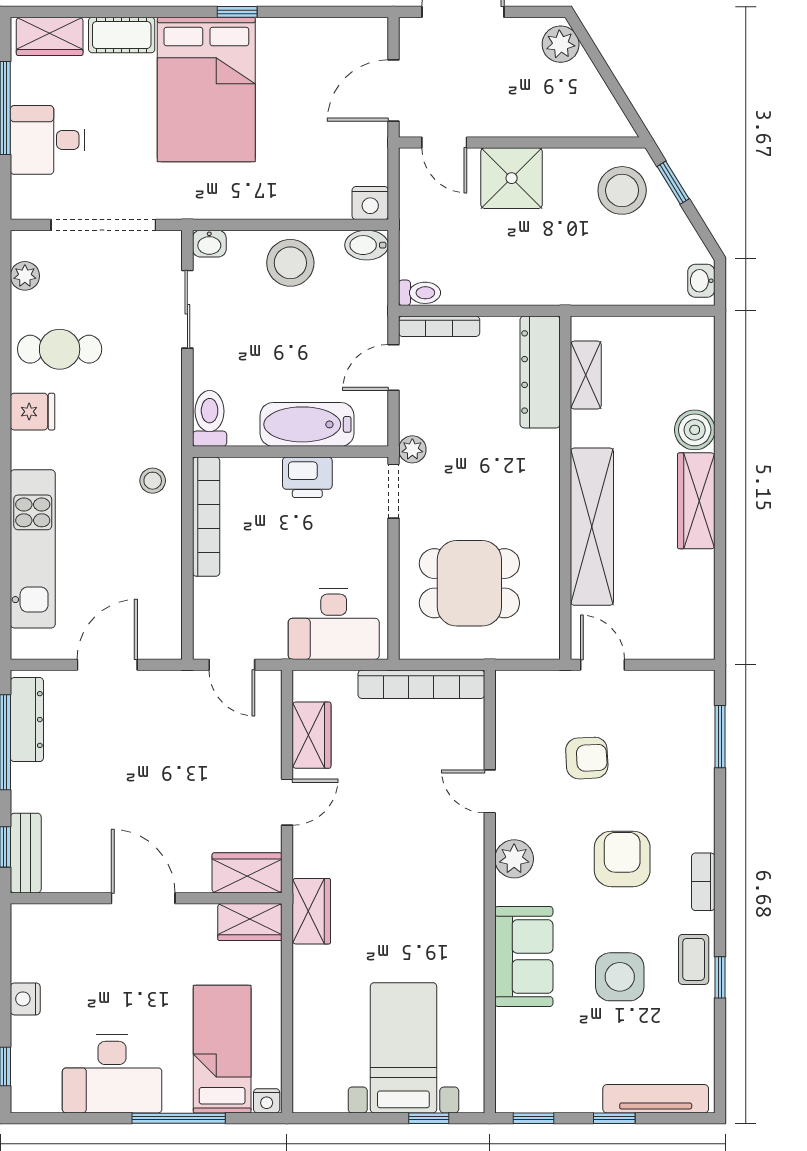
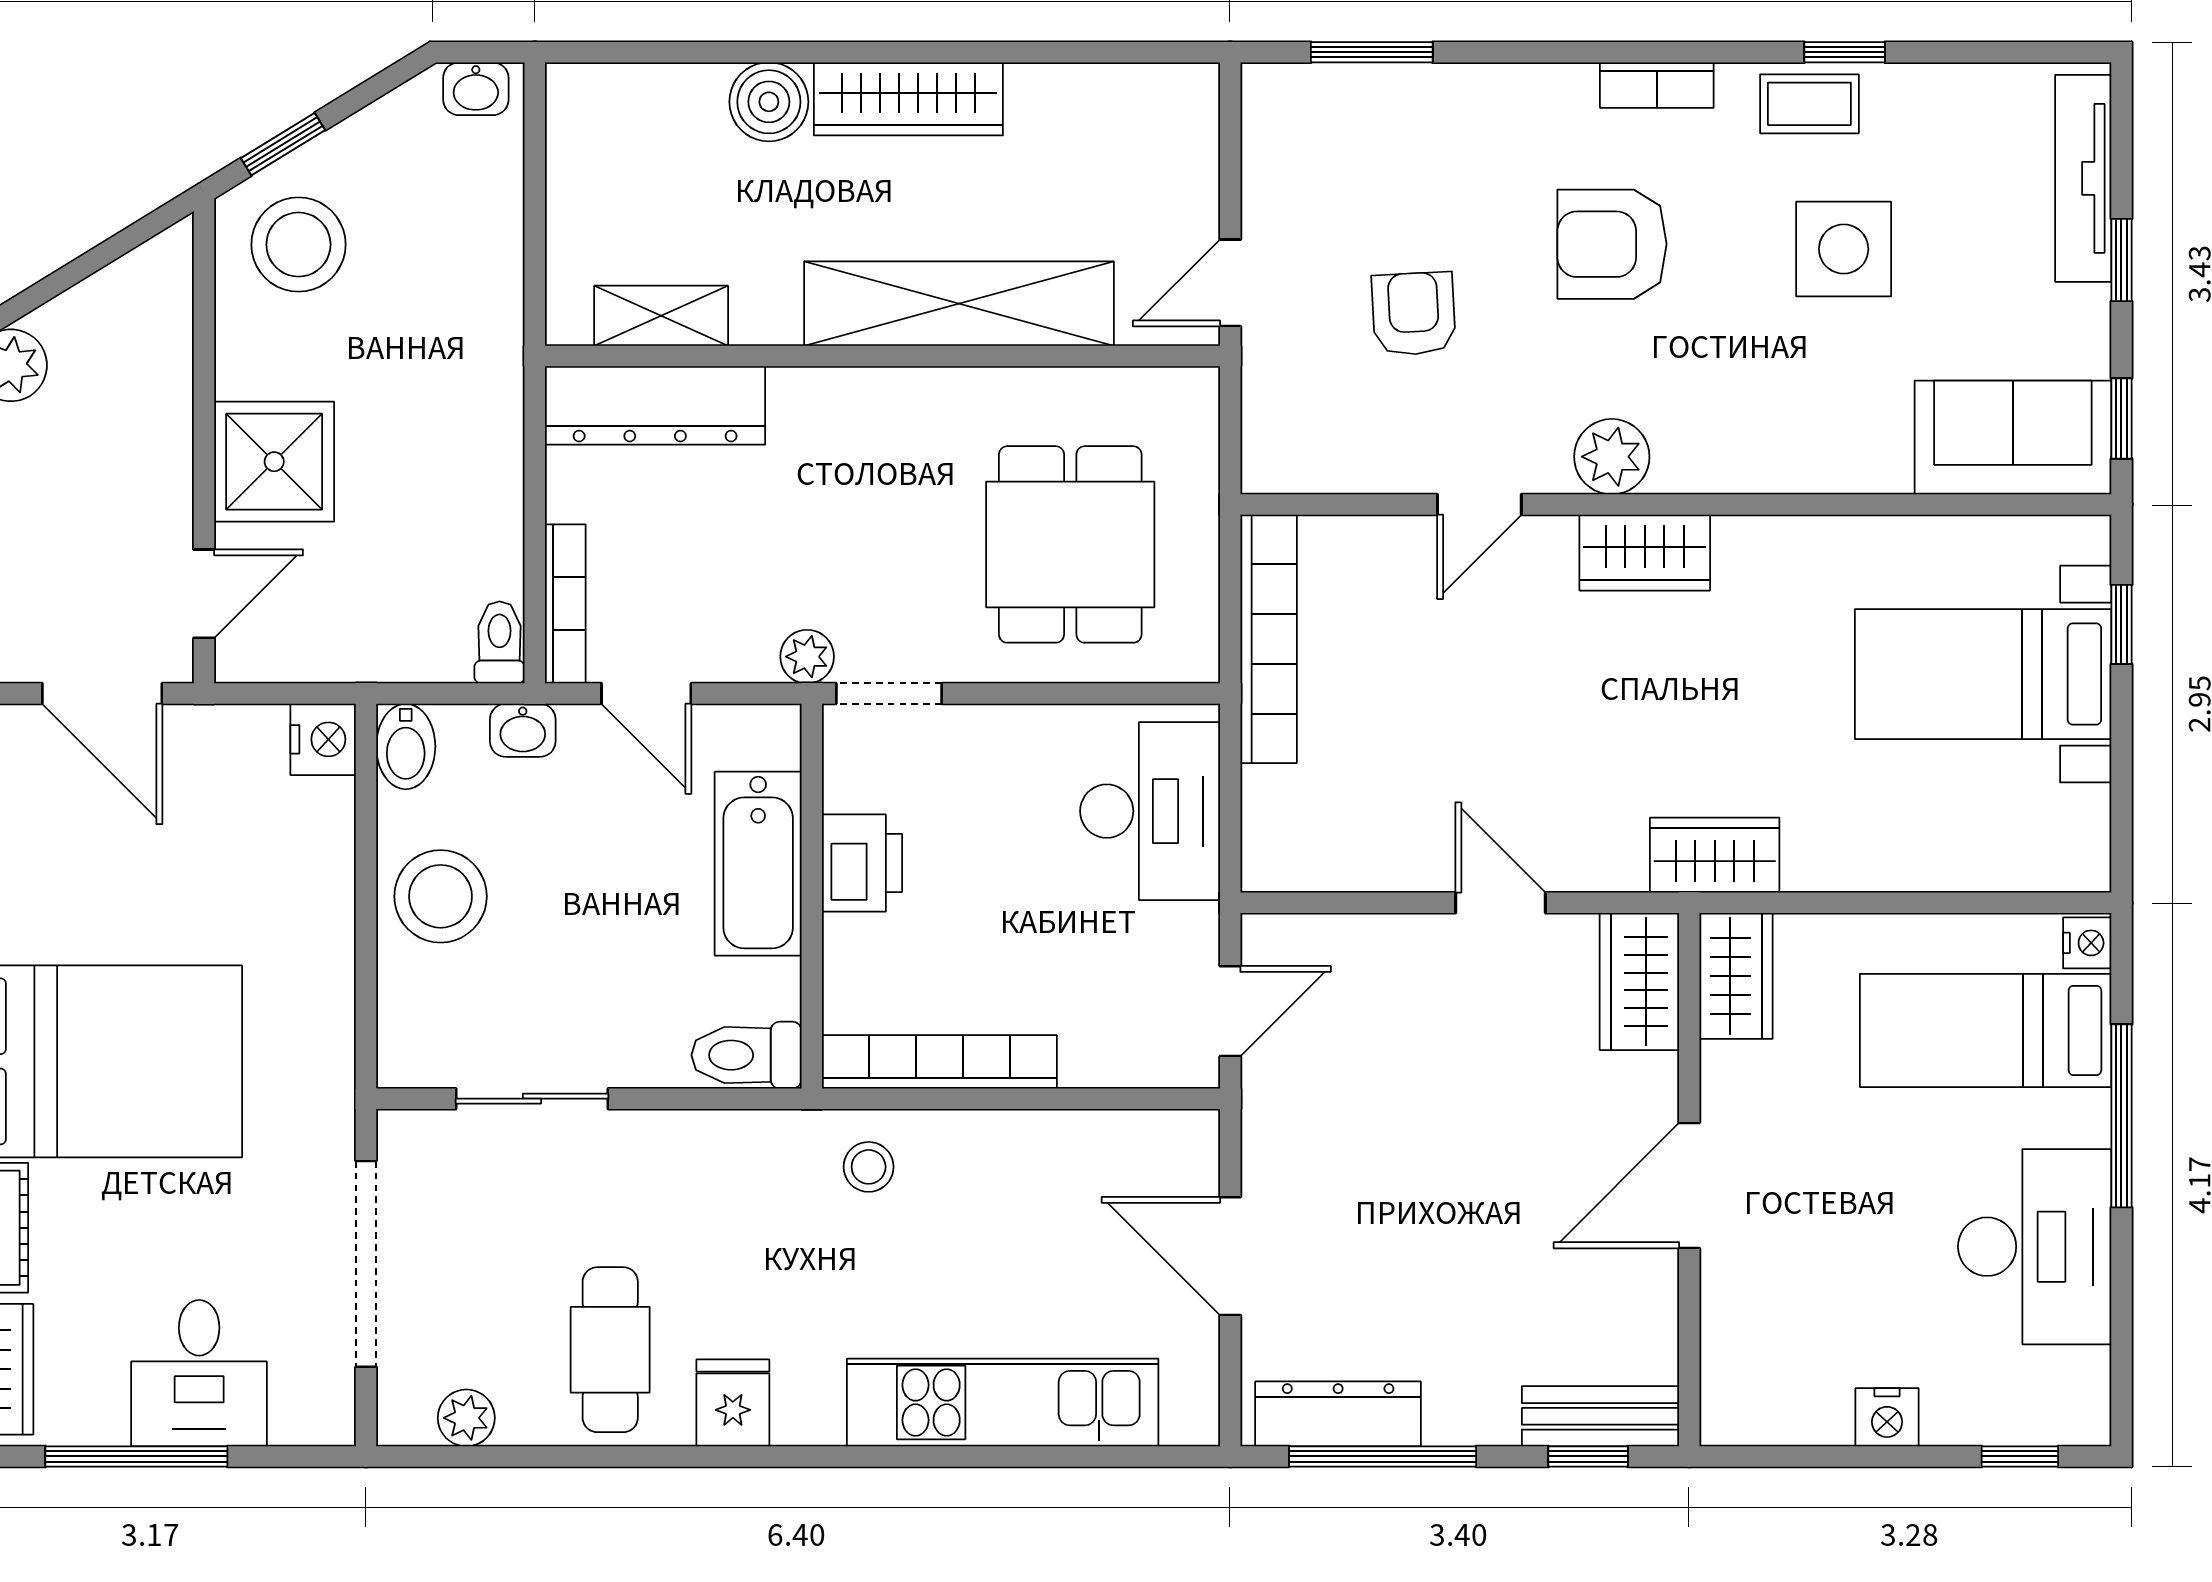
washbasin: (209, 244) -> (523, 730), moved, turned 90
wardrobe: (311, 735) -> (1645, 553), moved, turned 180
sofa: (524, 956) -> (2013, 437), moved

